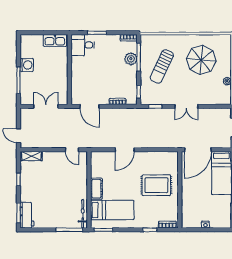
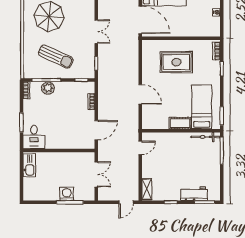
washing machine: (27, 65) -> (67, 194), moved
double door: (46, 106) -> (96, 174), swing flipped
rug: (156, 185) -> (176, 62), turned 90
workbench: (27, 215) -> (194, 194), moved

